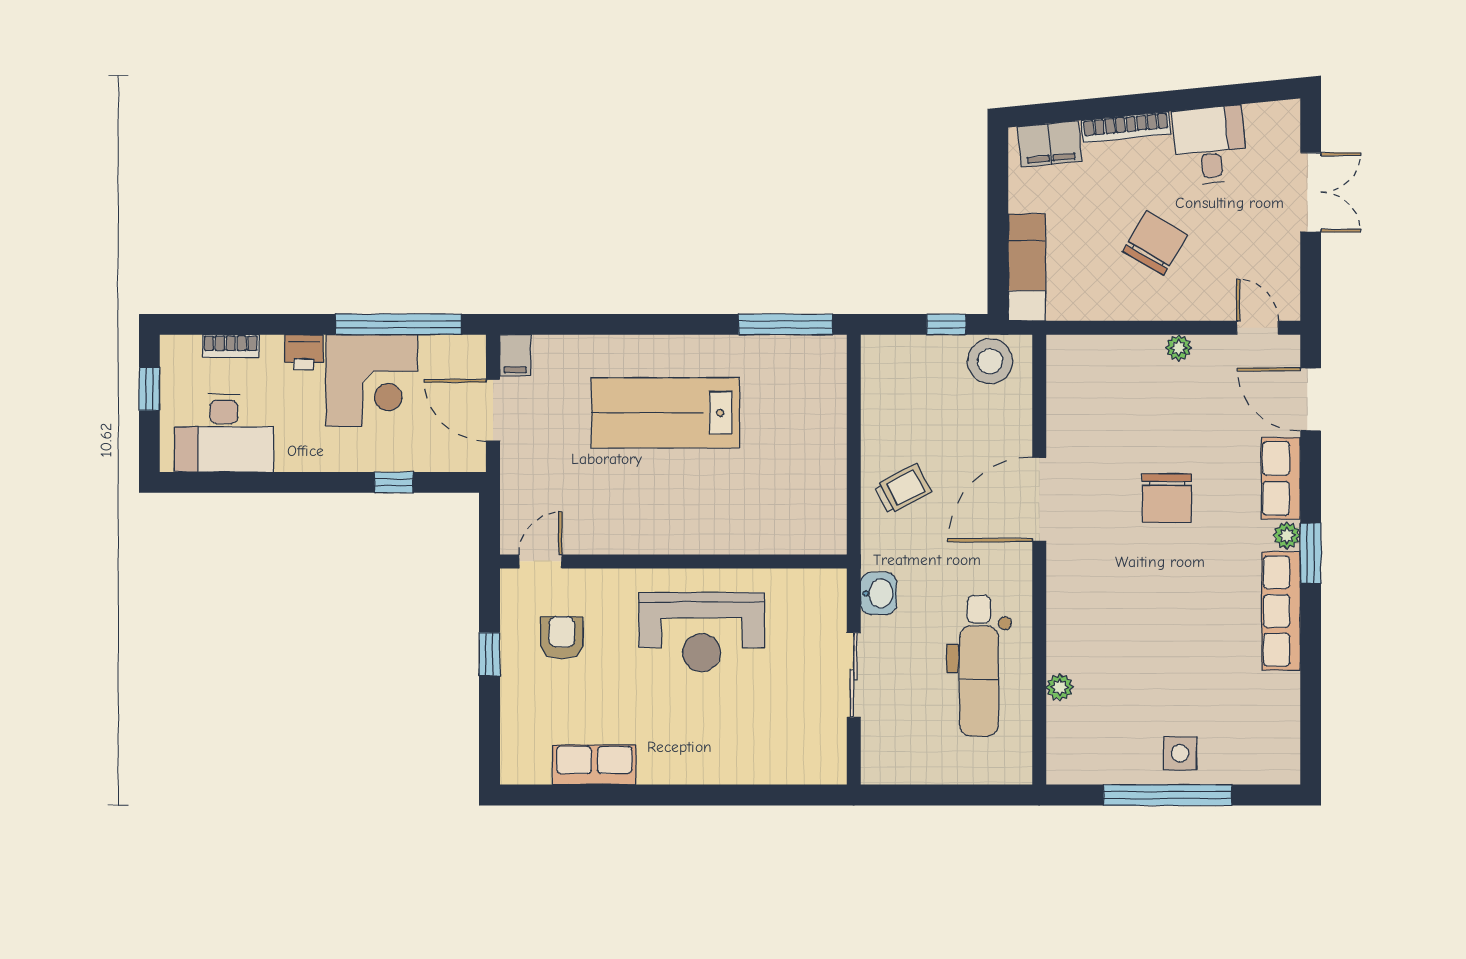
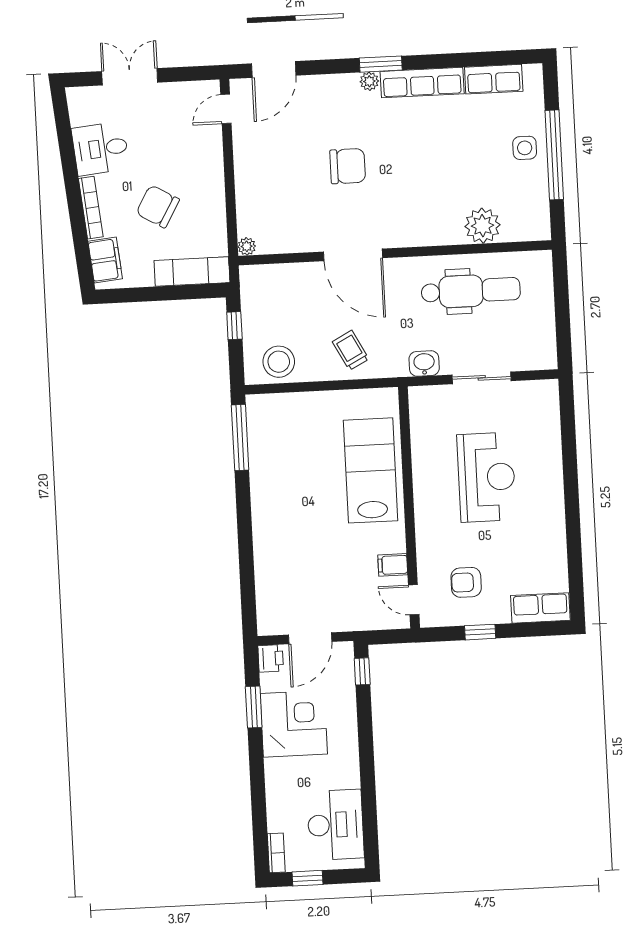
chair: (1155, 243) -> (158, 206), moved
window: (399, 324) -> (254, 707), width x0.47
bookcase: (231, 346) -> (276, 853), moved
plant: (1179, 348) -> (247, 246), moved
printer: (304, 352) -> (271, 658), moved
filing cabinet: (515, 355) -> (393, 565), moved, turned 180
stool: (990, 361) -> (279, 362), moved
lab bench: (665, 413) -> (371, 470), moved, turned 180
row of seats: (1281, 478) -> (494, 79), moved
window: (394, 482) -> (362, 671), moved
reception desk: (702, 632) -> (486, 477), moved
plant: (1060, 687) -> (483, 226), width x1.88, depth x1.88
row of seats: (594, 765) -> (540, 608), moved, turned 90

